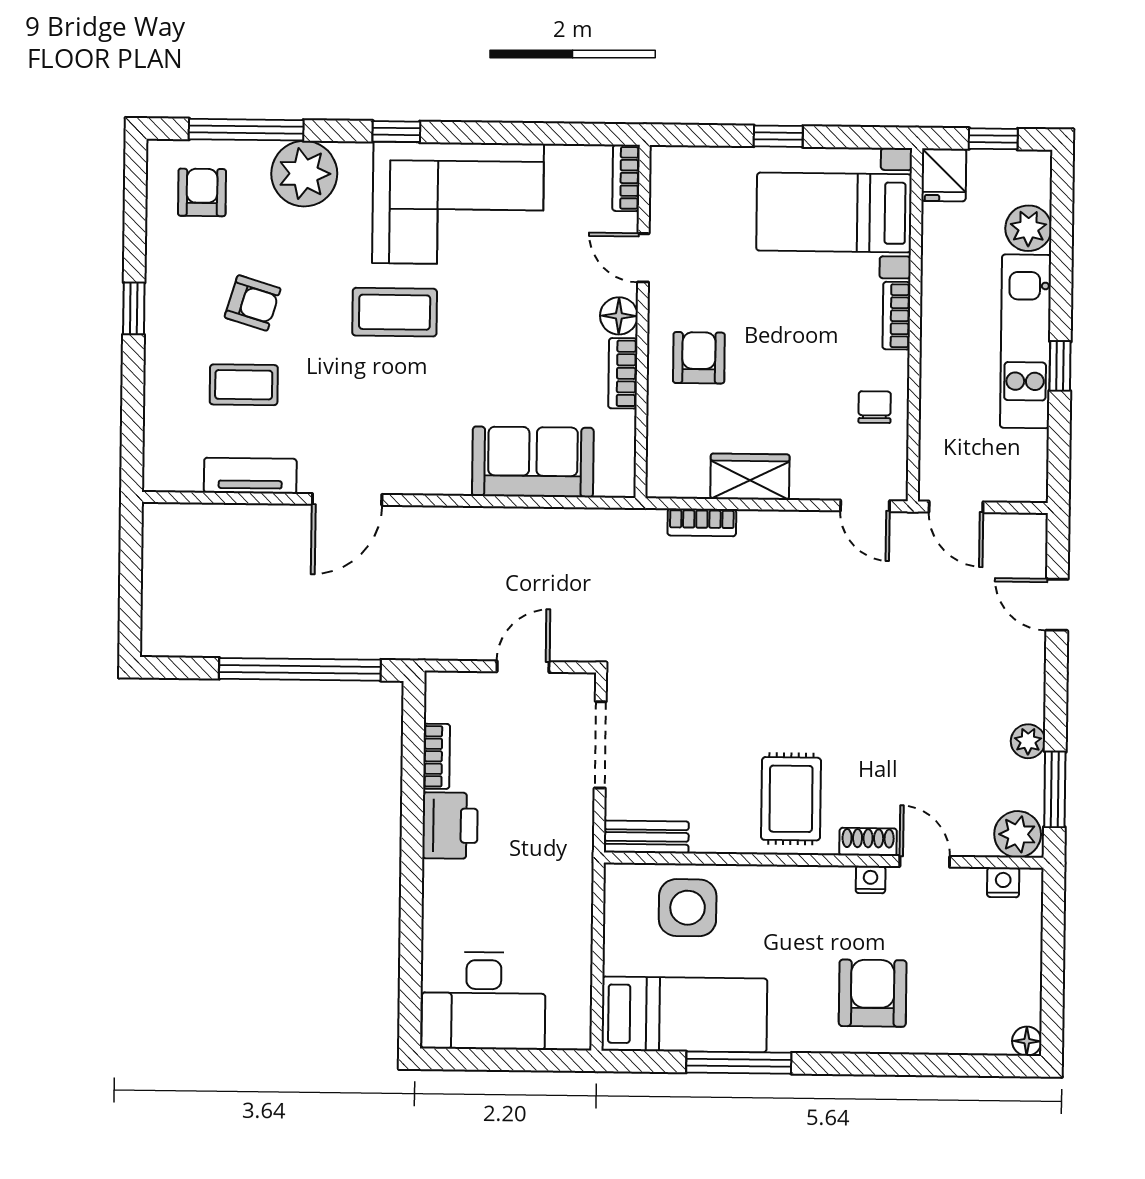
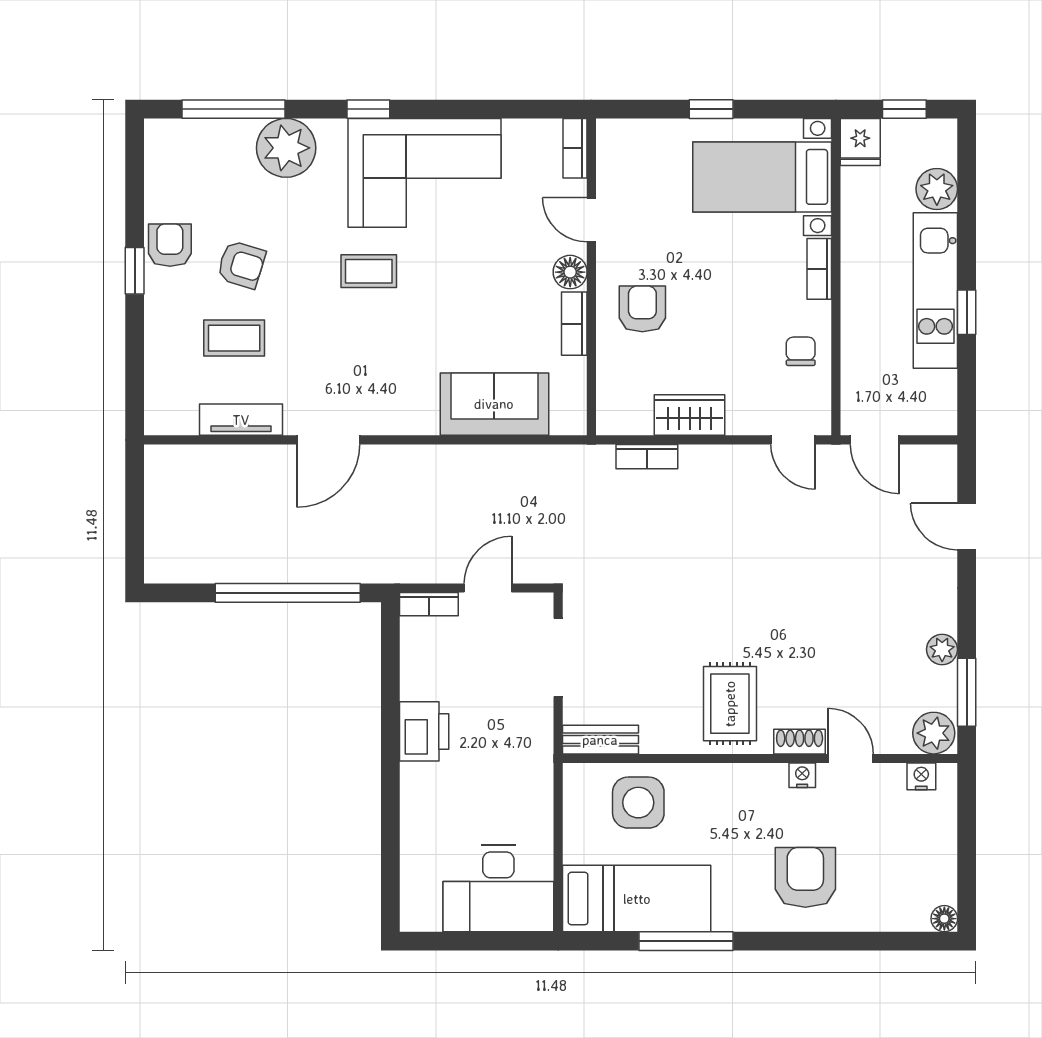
armchair: (202, 192) -> (170, 245), moved
coffee table: (395, 312) -> (369, 271), width x0.73, depth x0.77
bookcase: (437, 756) -> (429, 604), moved, turned 90
desk: (484, 1001) -> (498, 888), moved

